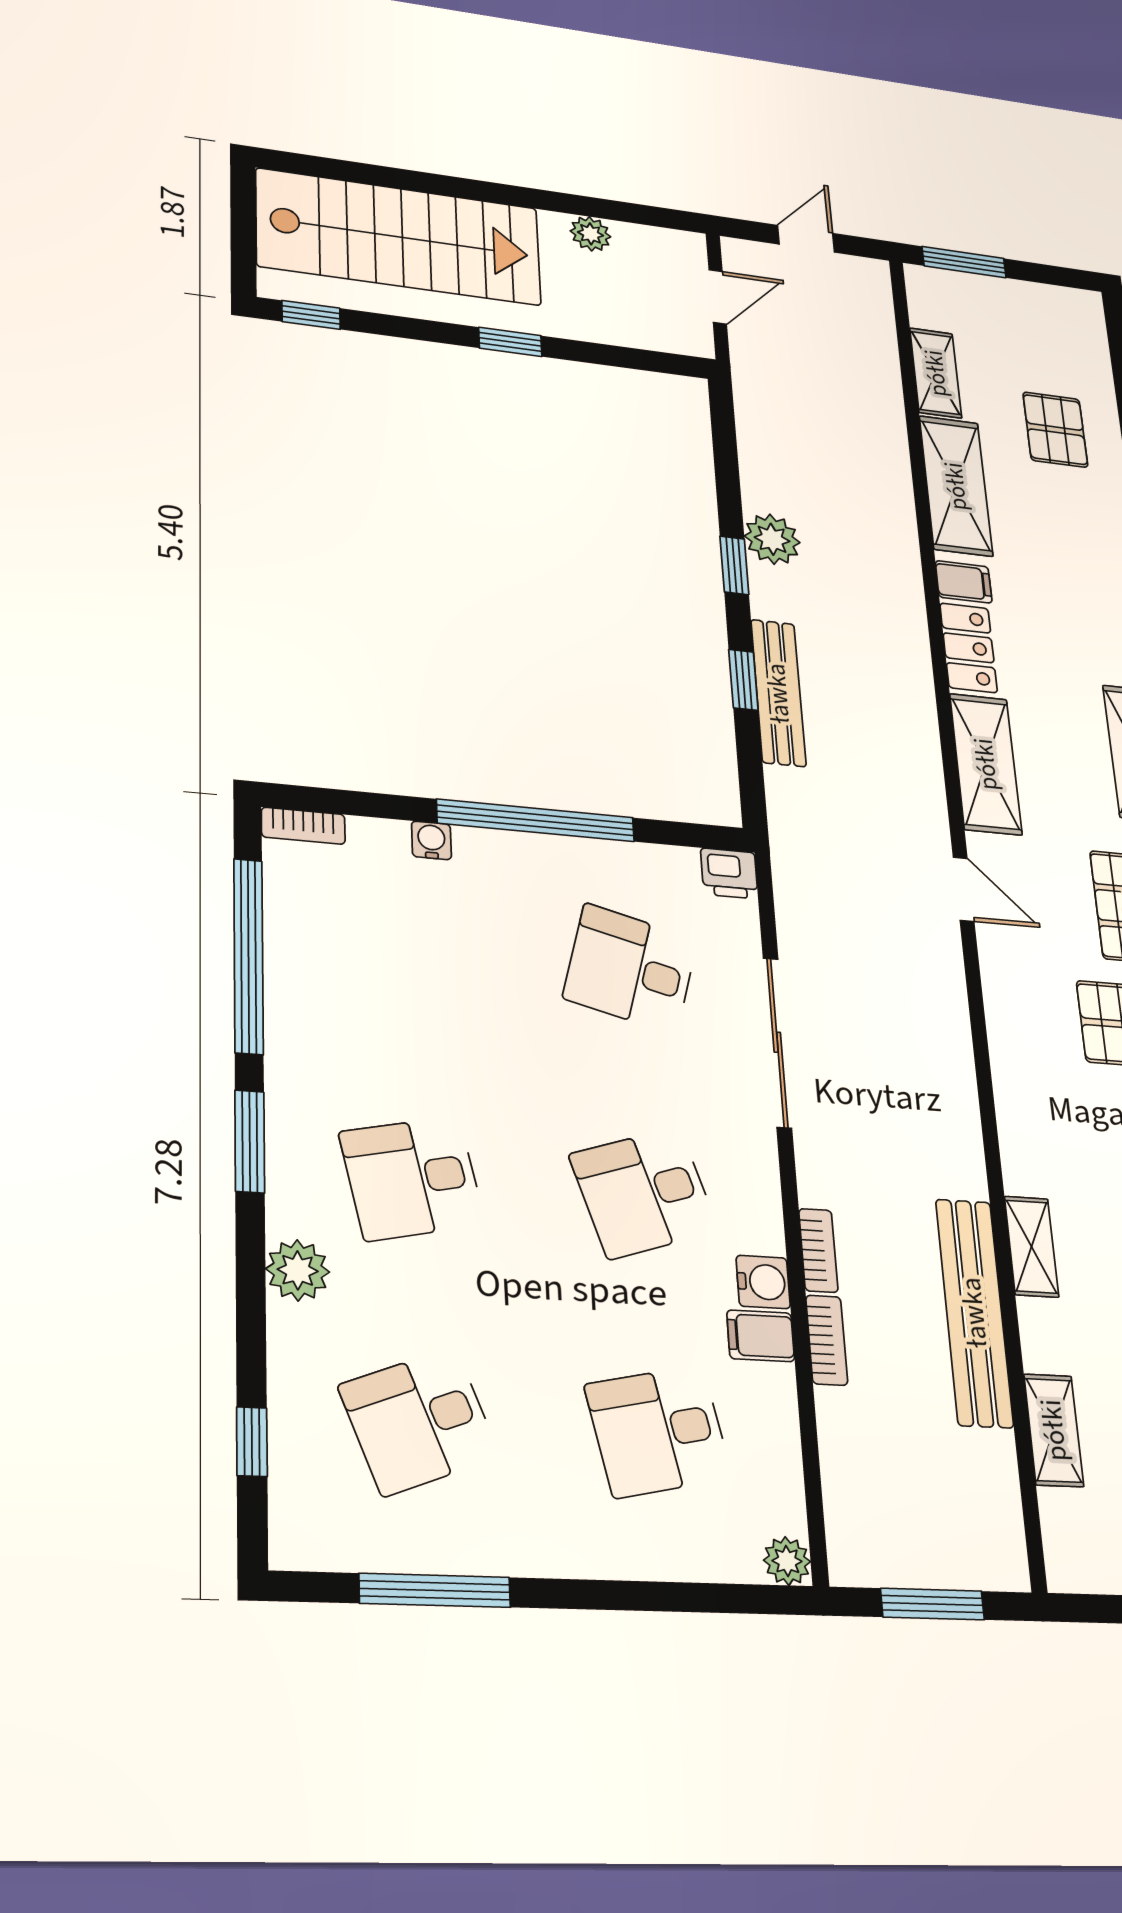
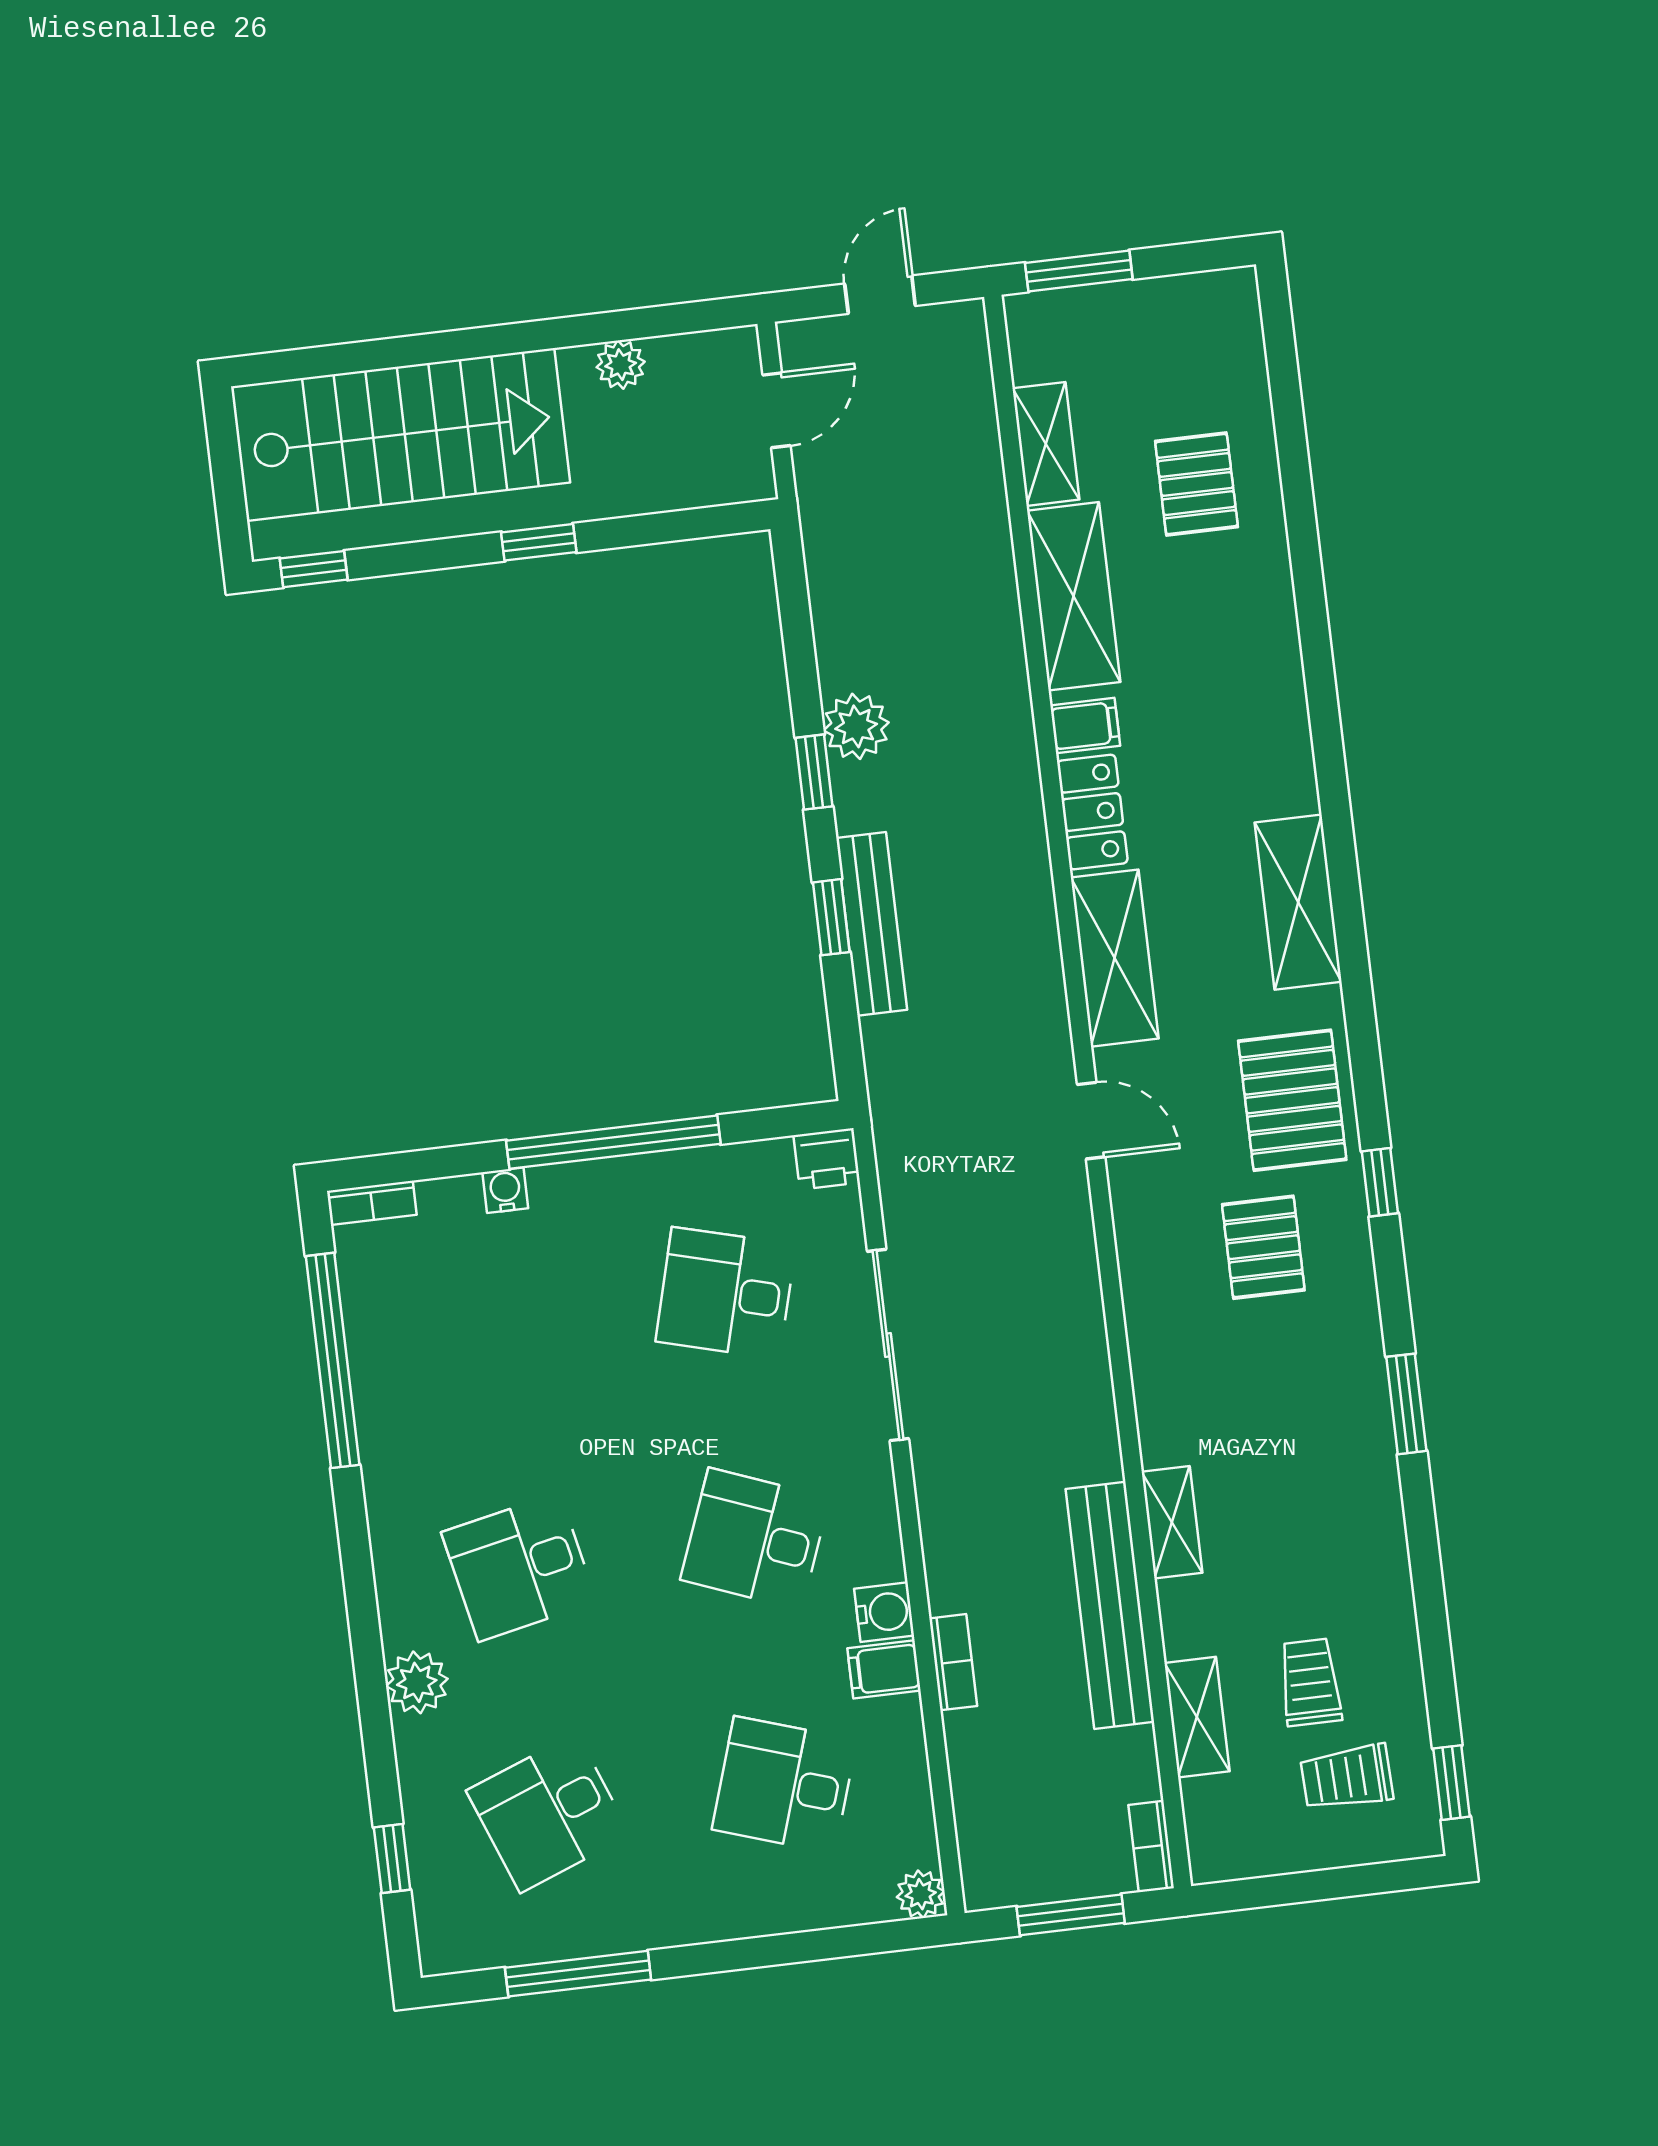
window: (250, 1141) -> (356, 1559), removed
desk: (644, 1193) -> (755, 1539), turned 39
bookcase: (818, 1250) -> (1151, 1847), moved, turned 180
desk: (658, 1431) -> (784, 1785), turned 30

